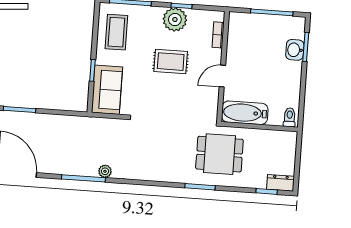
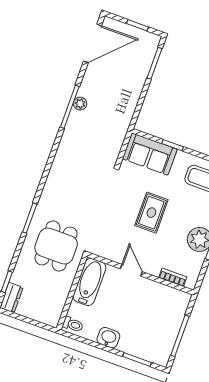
washbasin: (295, 50) -> (108, 338), moved
rug: (171, 62) -> (151, 213), moved
plant: (105, 171) -> (80, 104), moved

